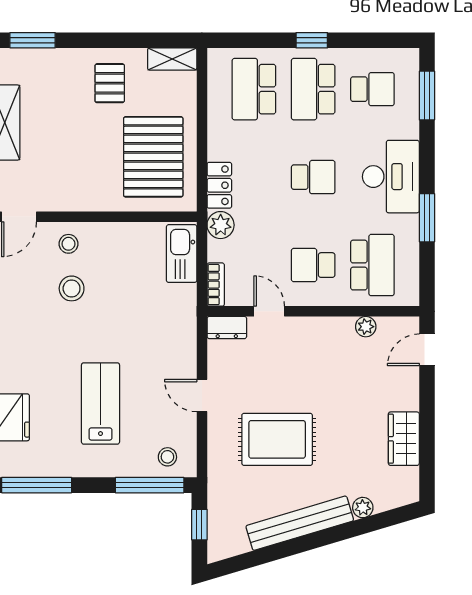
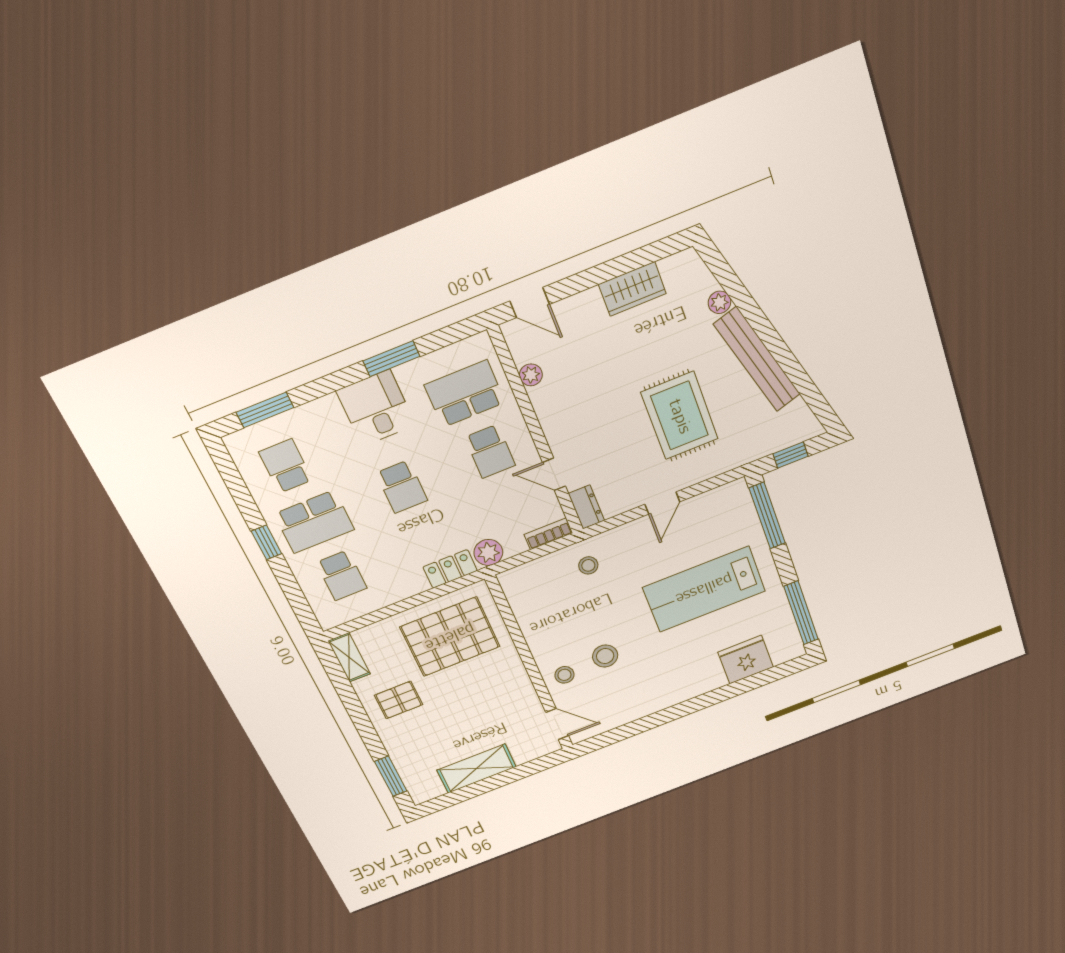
school desk: (254, 89) -> (342, 575), width x0.54
school desk: (313, 177) -> (402, 487), turned 180
desk: (391, 177) -> (376, 408), width x0.73
kitchen sink: (182, 254) -> (531, 576), removed
door: (269, 311) -> (554, 474), hinge flipped
lab bench: (101, 403) -> (704, 589), width x1.36, depth x1.39
stool: (167, 457) -> (588, 565), moved

